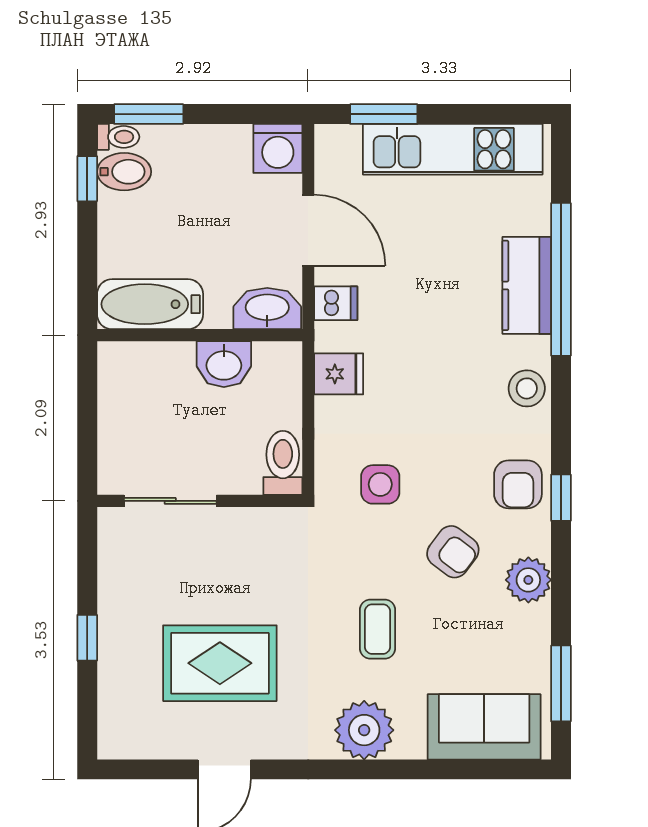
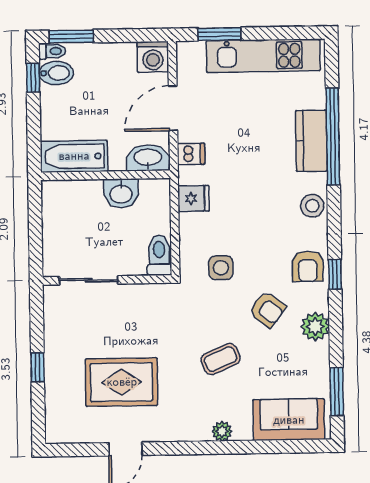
door: (308, 230) -> (173, 108), swing flipped
coffee table: (378, 629) -> (221, 359), turned 67
plant: (364, 730) -> (222, 431), width x0.53, depth x0.53

